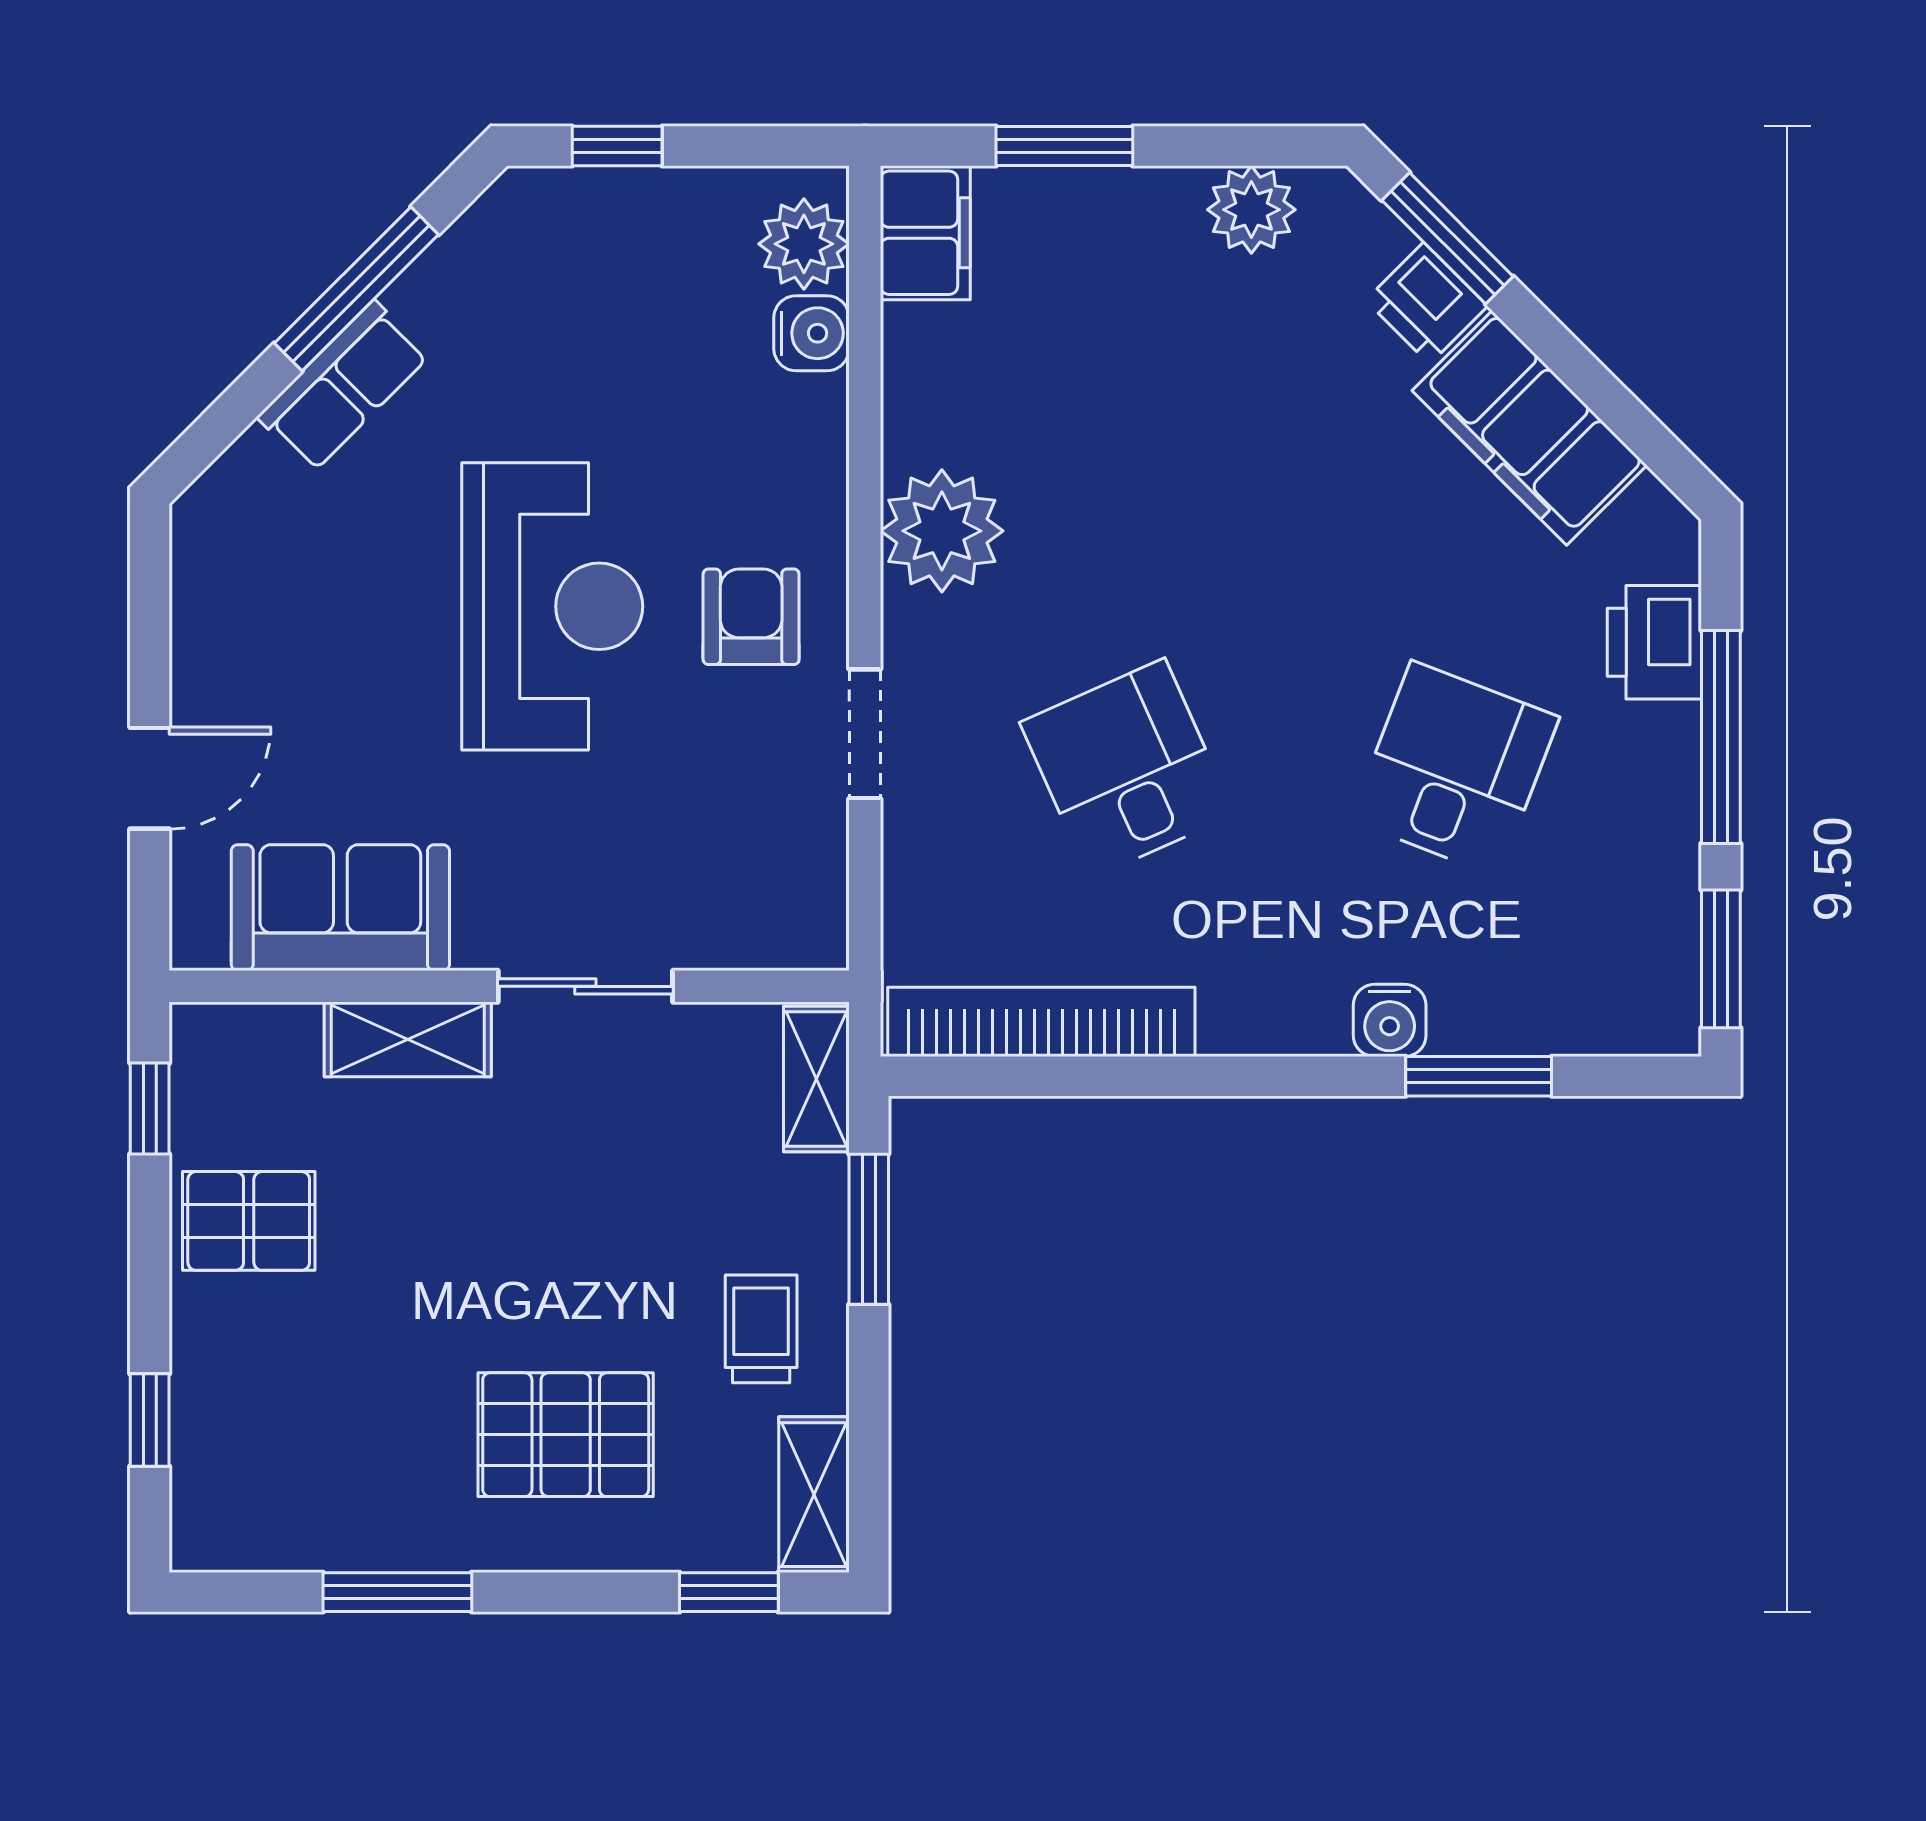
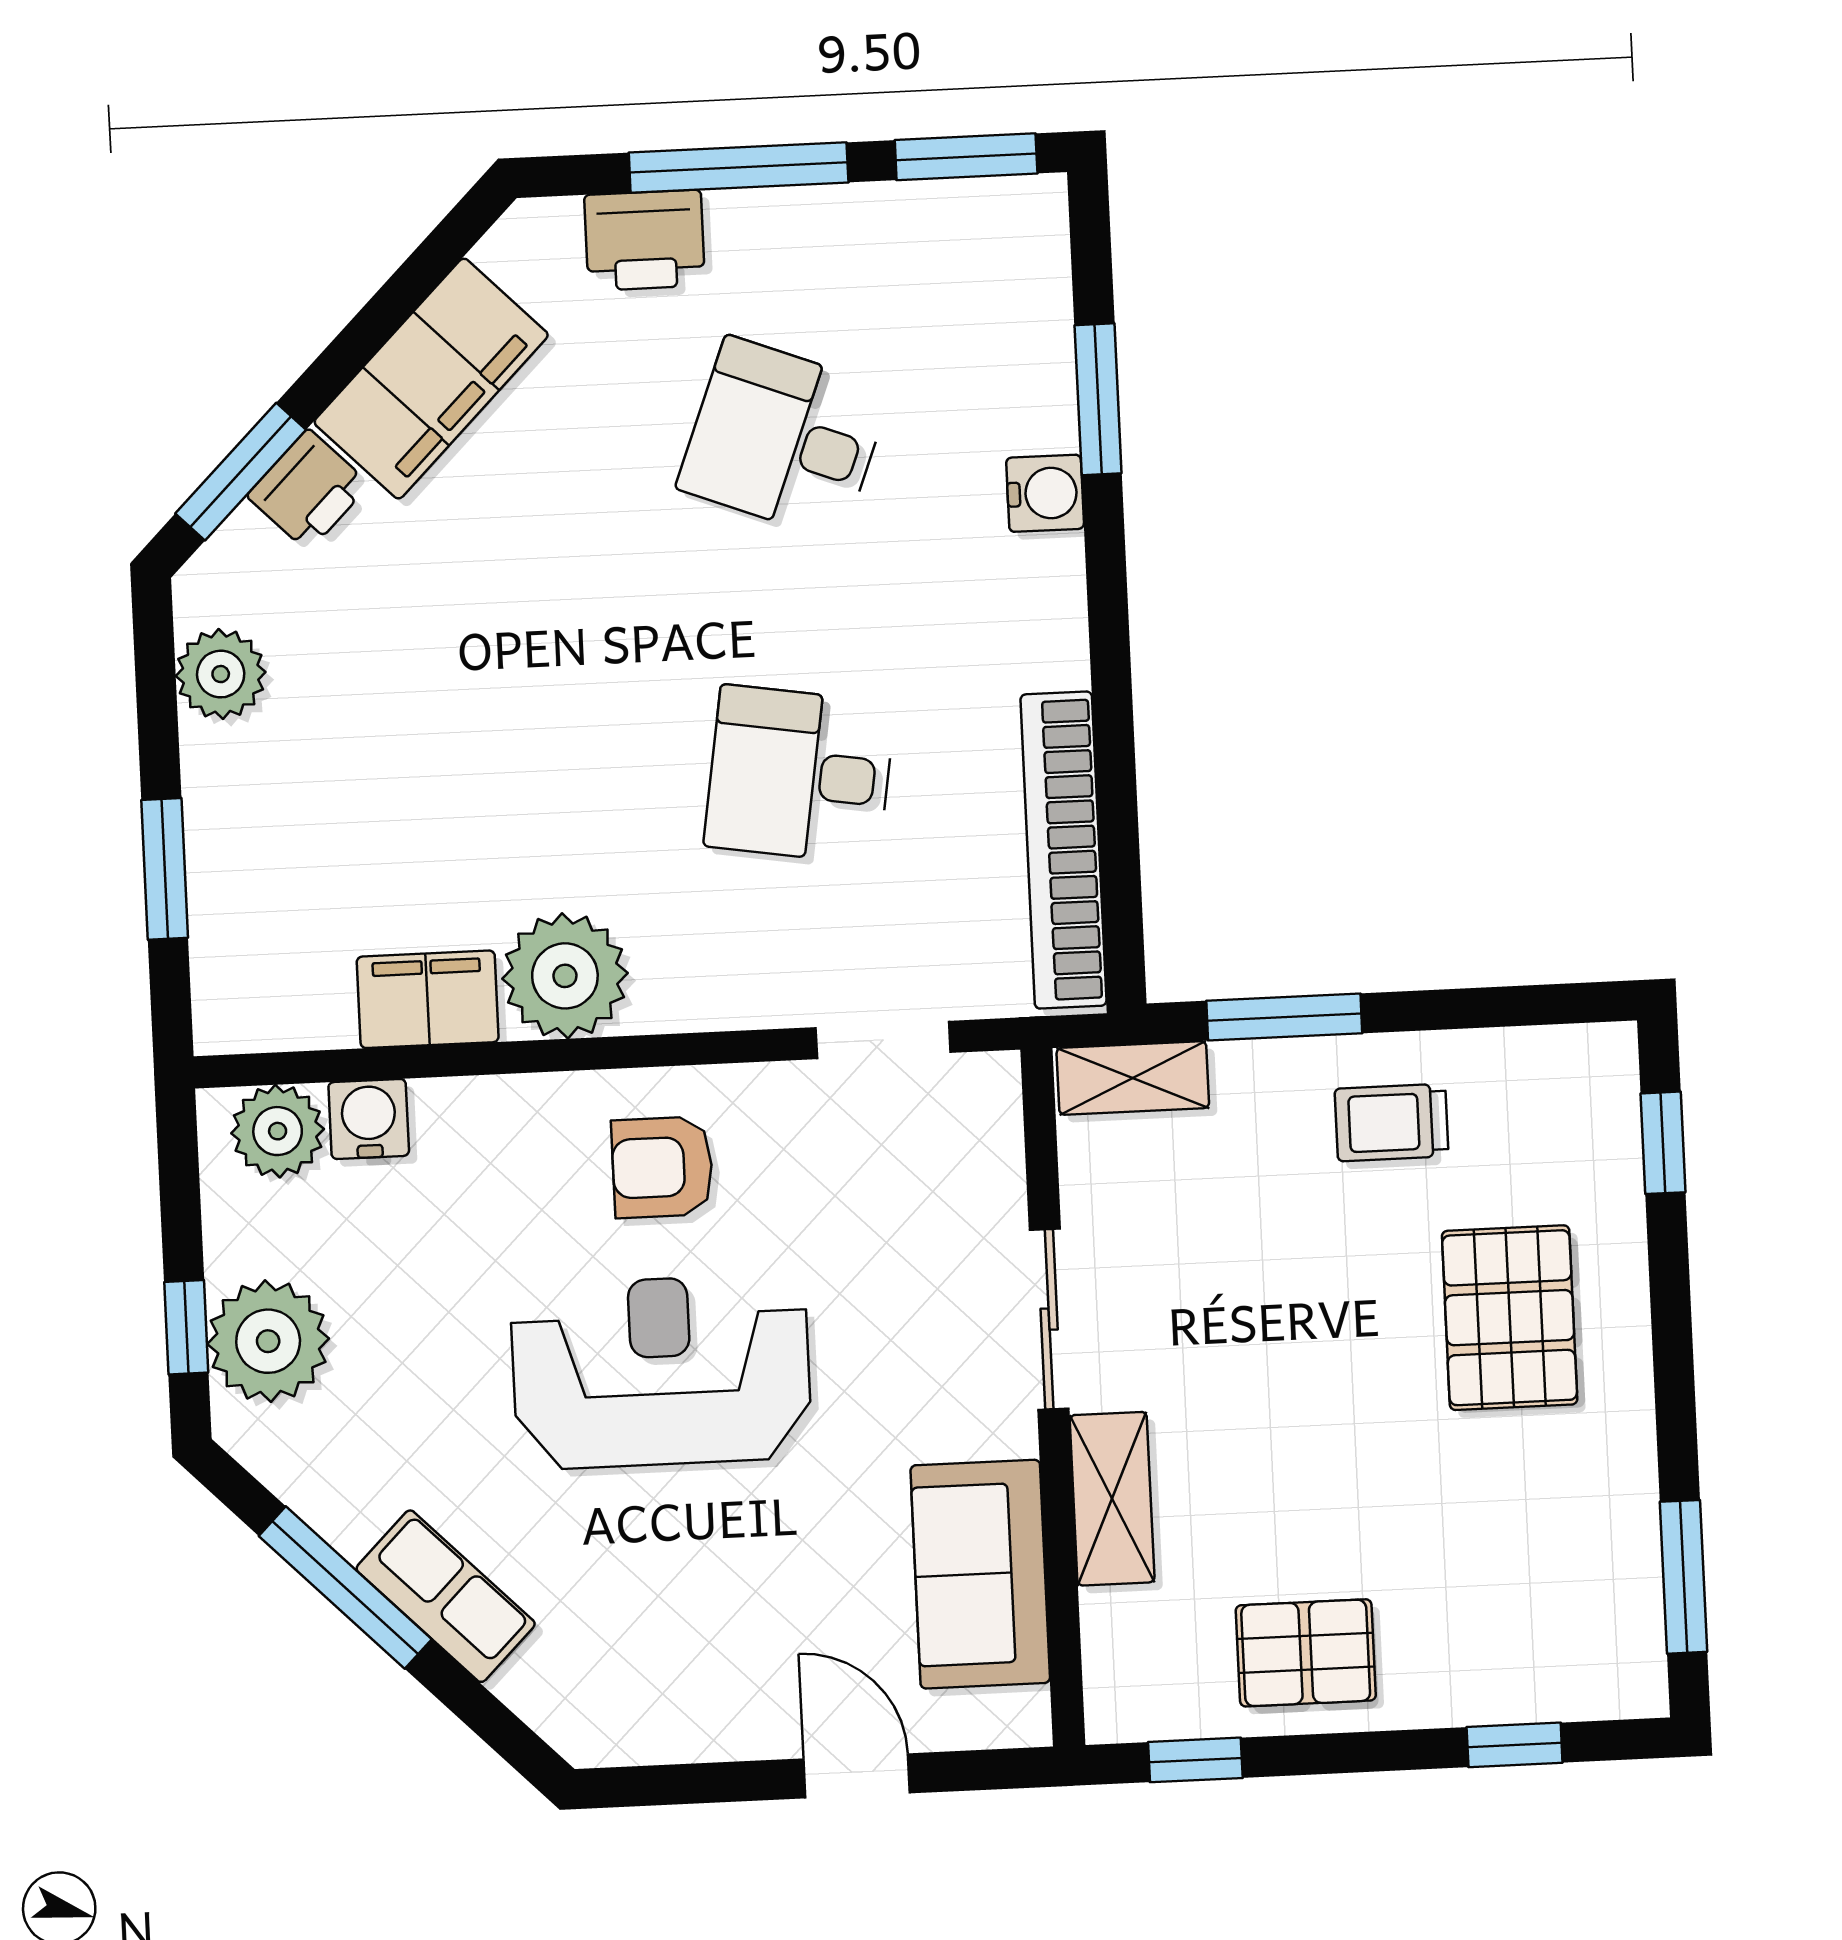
plant: (600, 225) -> (268, 1341), added
filing cabinet: (925, 233) -> (428, 999), moved
doorway: (865, 734) -> (883, 1040), moved
desk: (1127, 769) -> (800, 775), turned 33
pallet: (249, 1221) -> (1306, 1653), turned 90
shelving: (814, 1495) -> (1559, 1060), removed
window: (397, 1592) -> (1684, 1577), moved

